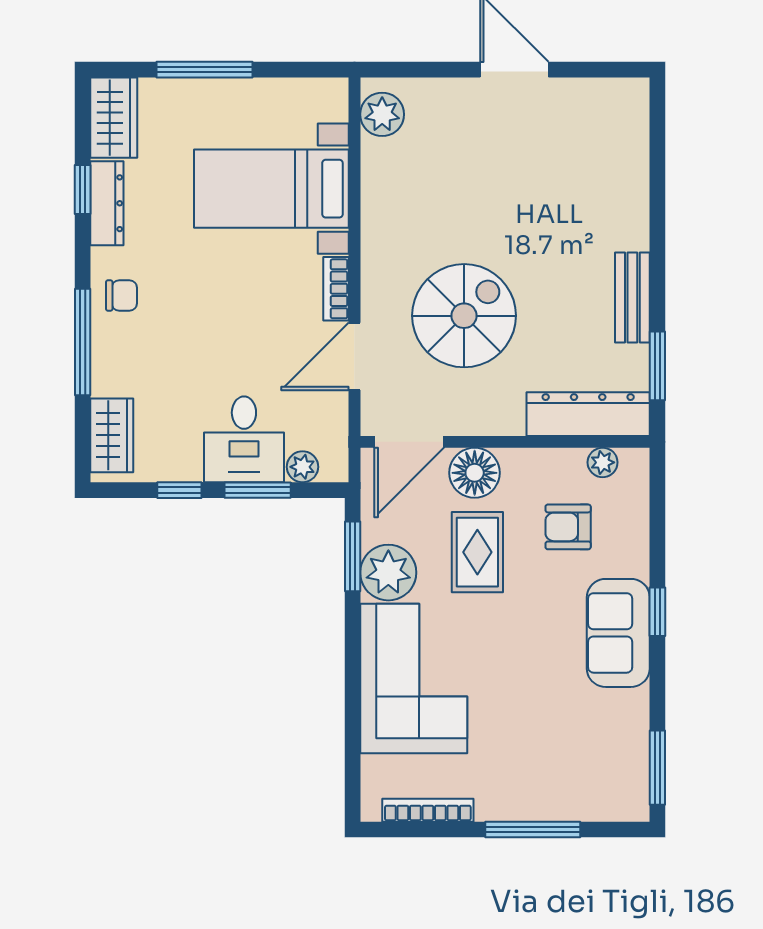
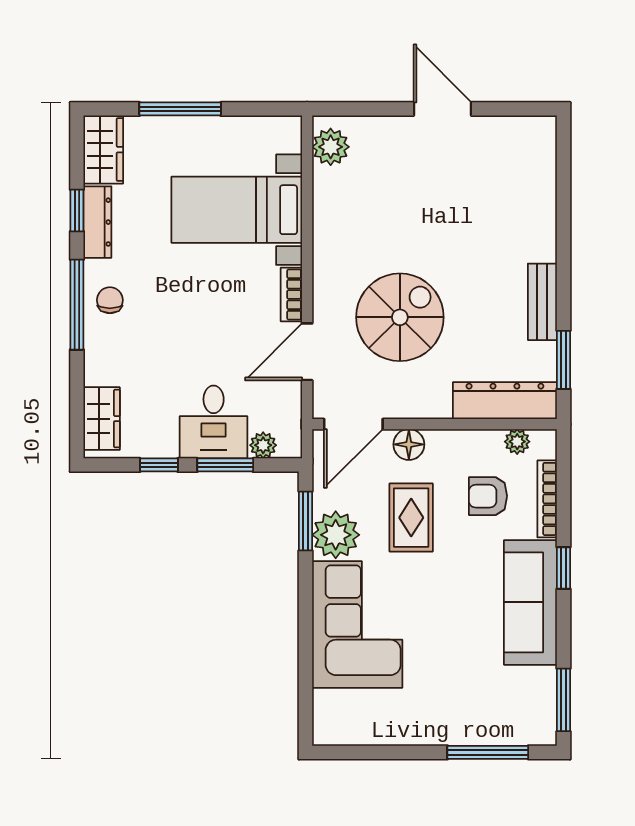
chair: (122, 295) -> (110, 300), turned -90
window: (83, 342) -> (77, 305), moved
floor lamp: (475, 473) -> (409, 444), width x0.73, depth x0.73
sofa: (618, 633) -> (530, 602), width x1.36
bookcase: (428, 810) -> (547, 499), moved, turned -90
window: (533, 830) -> (488, 752), moved

